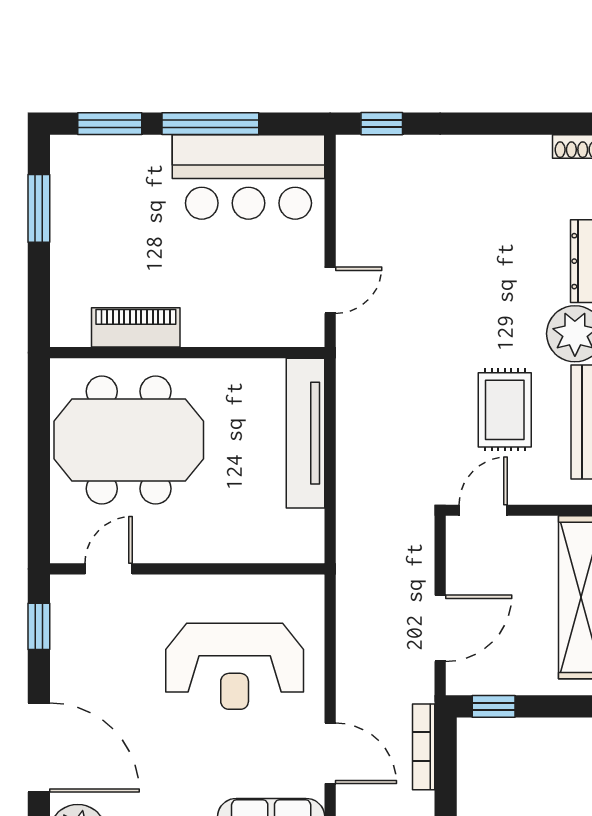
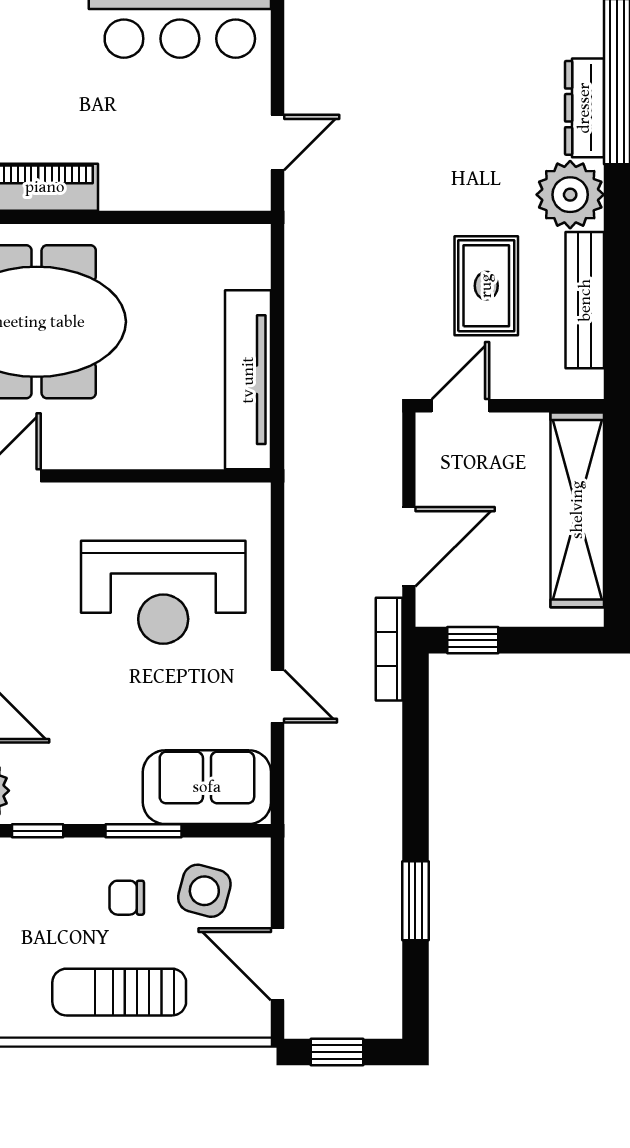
tv unit: (305, 433) -> (248, 380), moved
bookcase: (424, 747) -> (389, 649), moved
door: (330, 753) -> (277, 696), width x0.73

